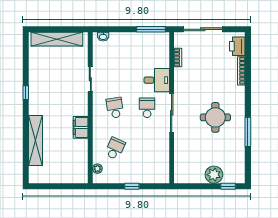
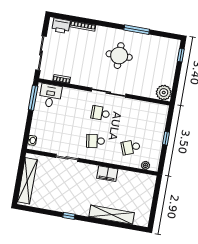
desk: (157, 80) -> (50, 96), moved
school desk: (115, 148) -> (131, 147), turned -45
plant: (214, 175) -> (164, 93), moved

